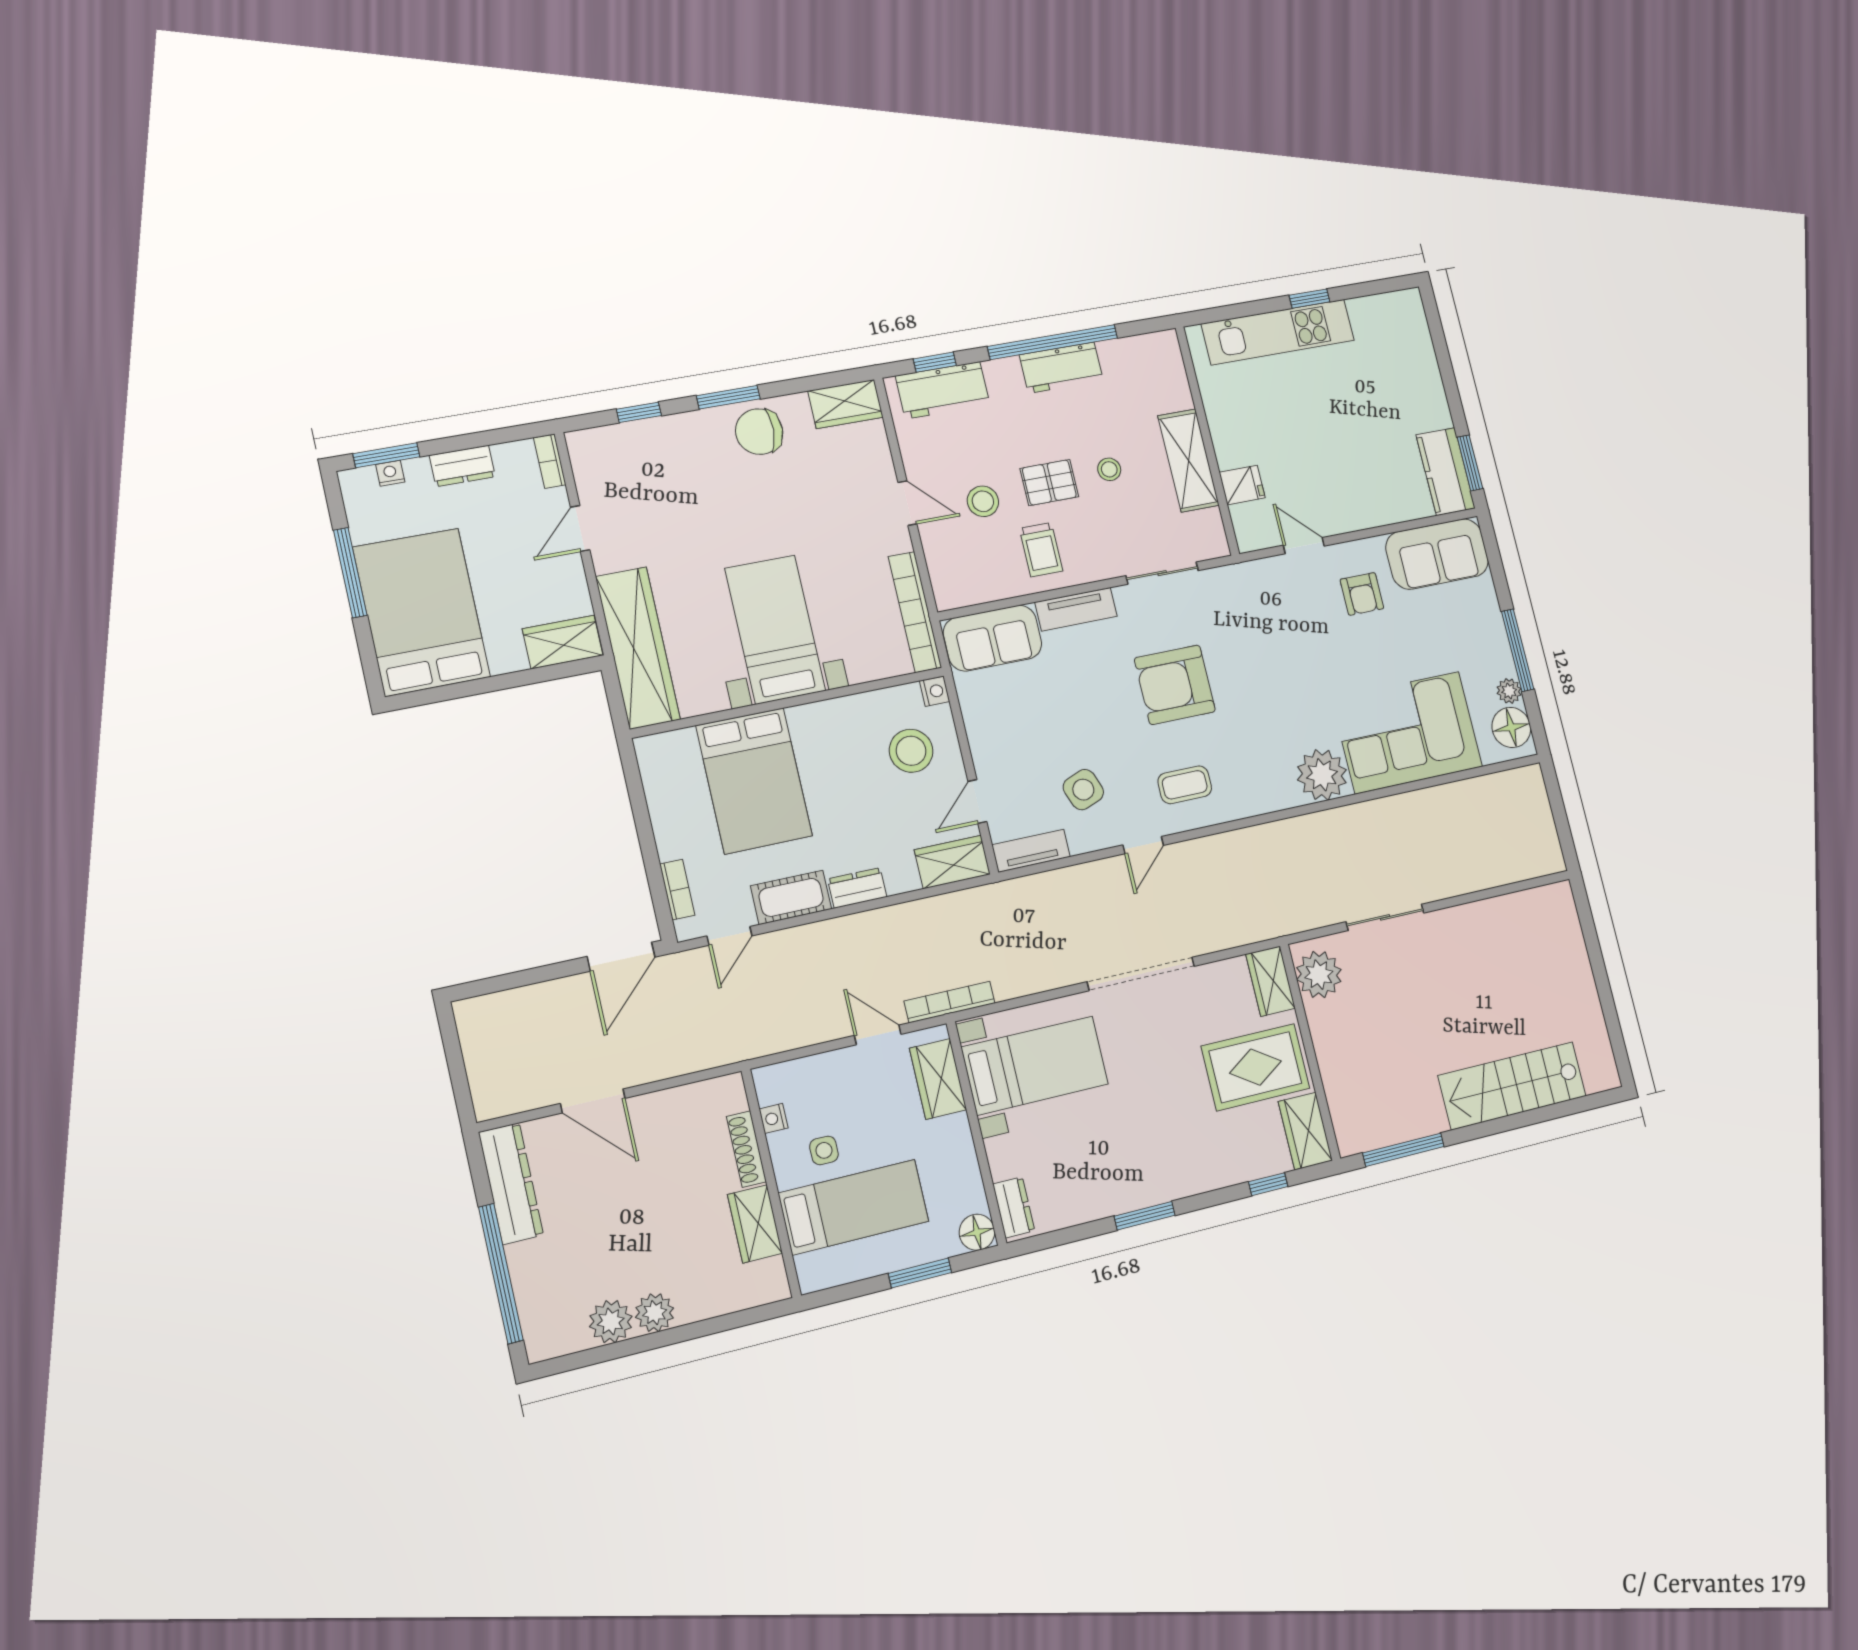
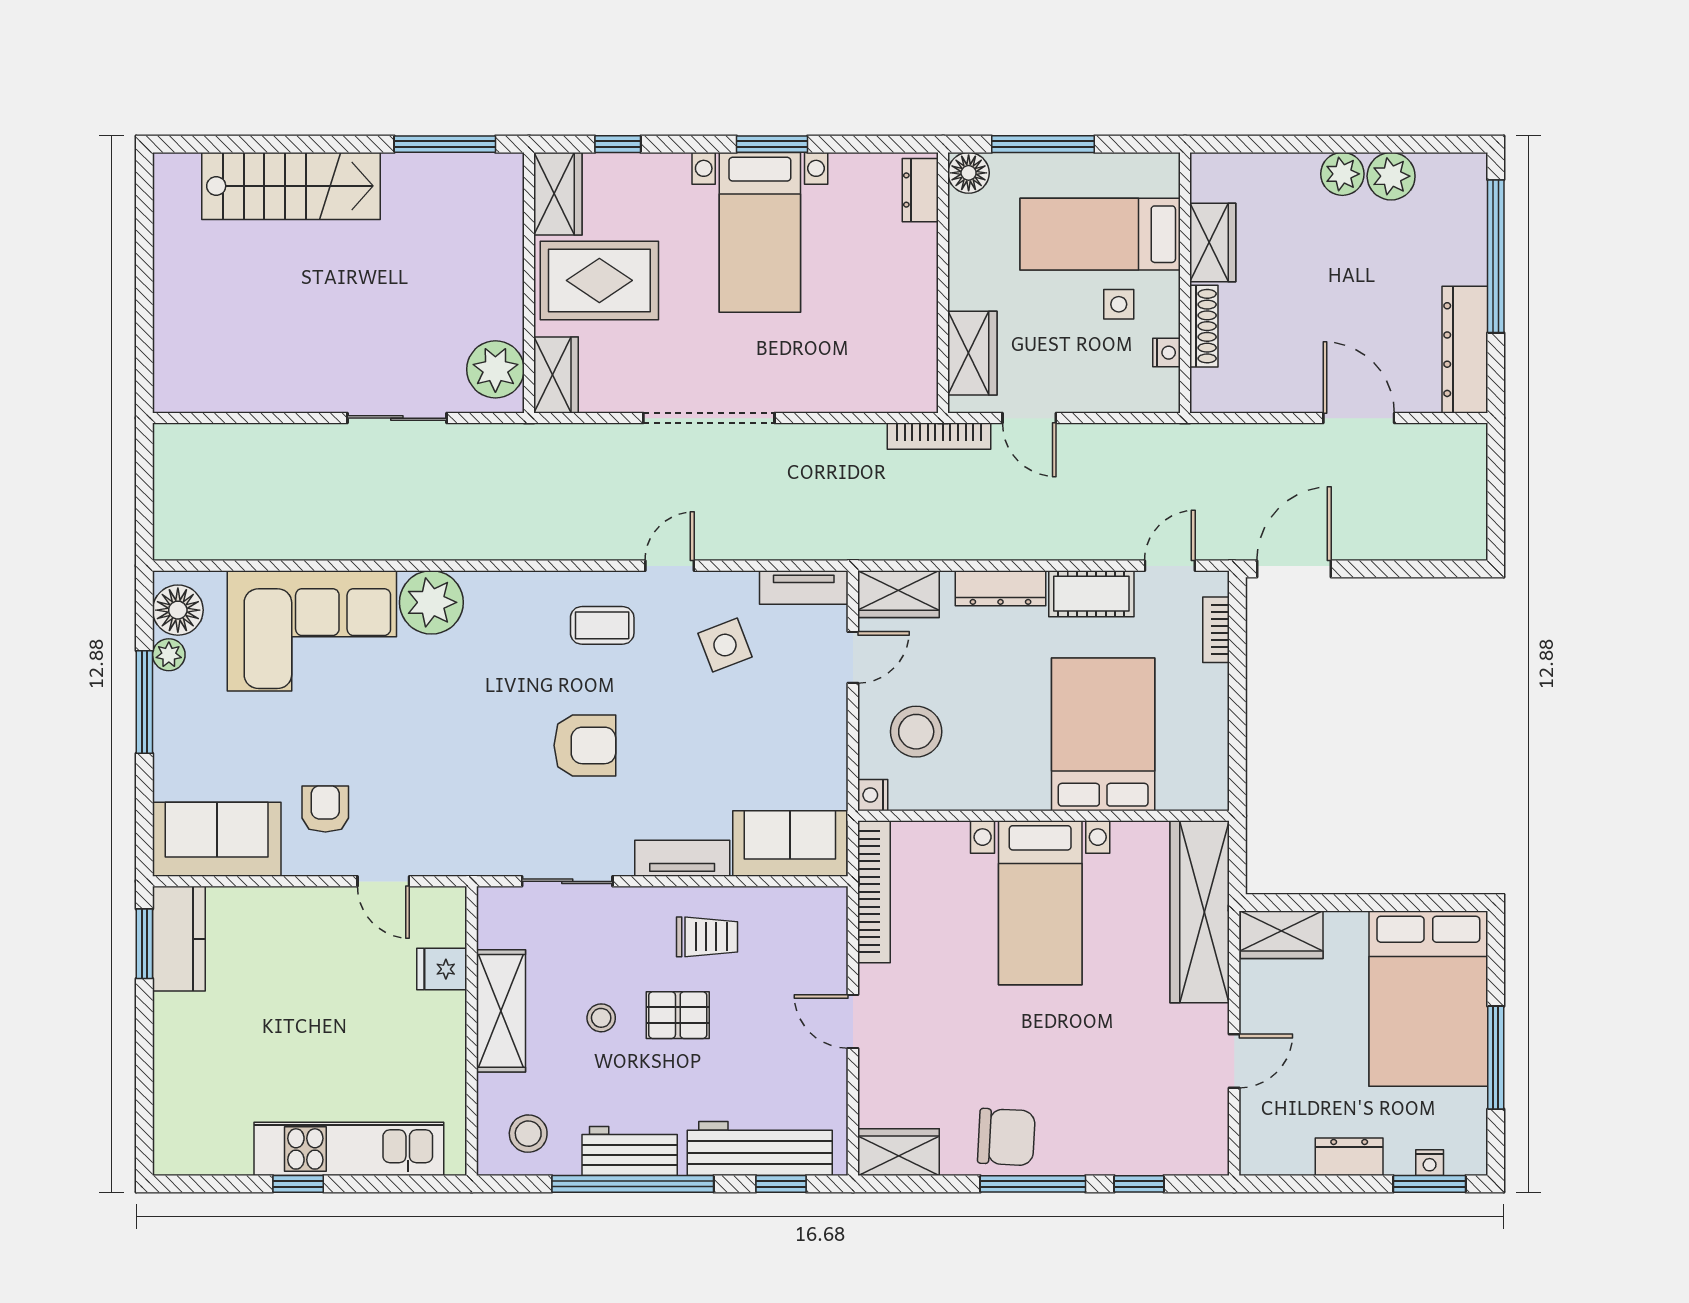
workbench: (943, 390) -> (760, 1148), width x1.38
window: (728, 397) -> (1033, 1184), width x1.44
bookcase: (550, 461) -> (1251, 1145), removed
stool: (983, 501) -> (528, 1134), moved
trolley: (1041, 550) -> (707, 937), turned 90
armchair: (1175, 685) -> (585, 745), width x0.73, depth x0.73
dresser: (857, 888) -> (1001, 588), width x1.44
bed with nightstands: (1035, 1066) -> (760, 232), moved, turned -90
window: (920, 1273) -> (1043, 144), width x1.44

